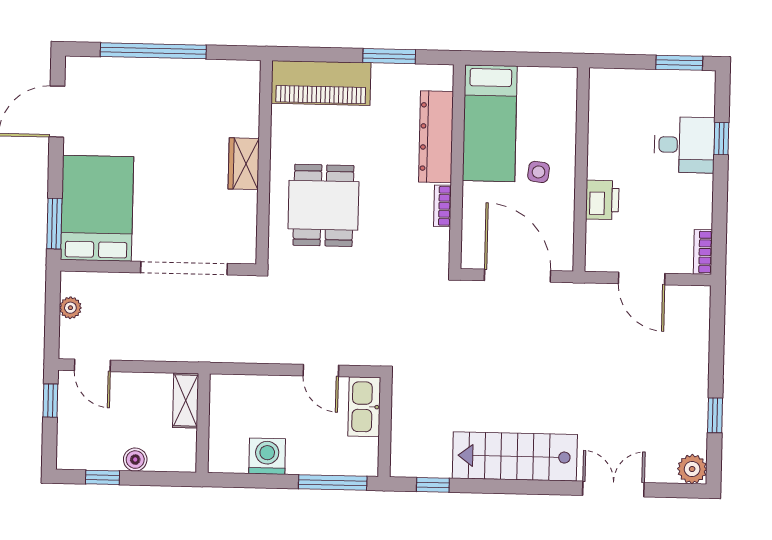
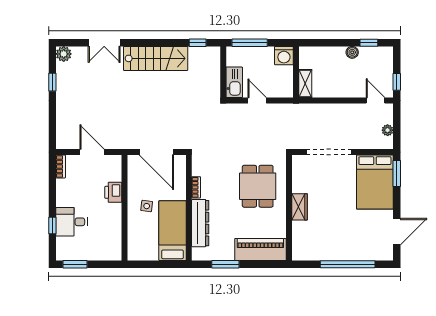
shelving: (186, 400) -> (305, 84), moved
wall: (203, 423) -> (296, 72), moved

